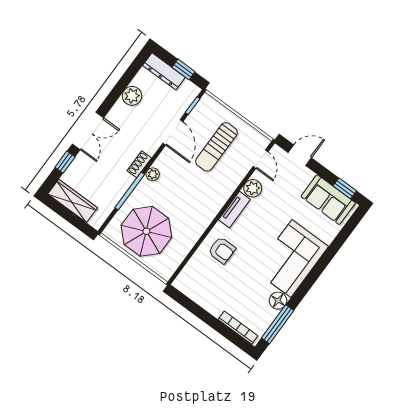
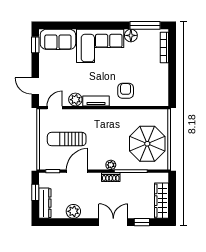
sun lounger: (216, 147) -> (67, 139), turned 180
sofa: (328, 200) -> (58, 39), moved, turned 90

